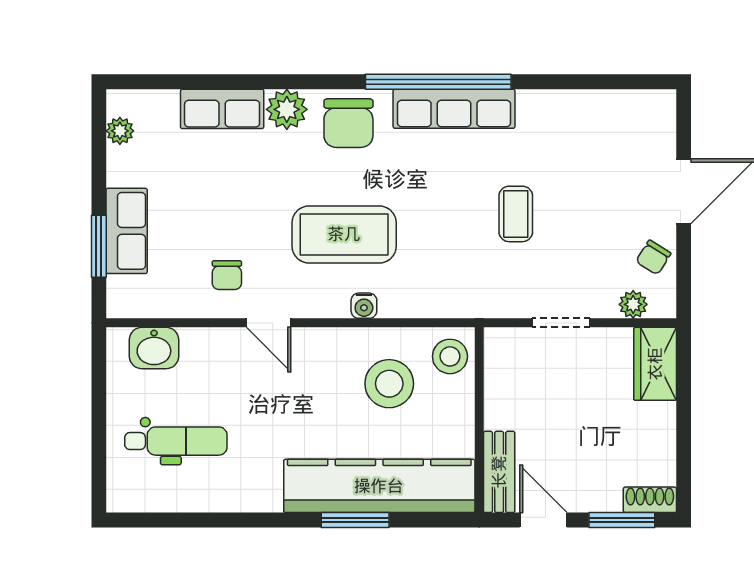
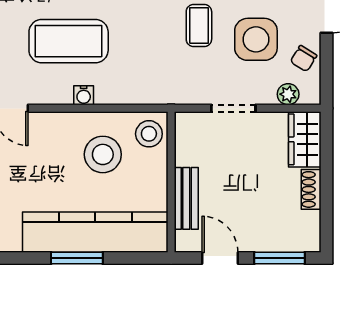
side table: (591, 232) -> (256, 39), added
bench: (499, 472) -> (186, 198), moved
shoe rack: (650, 500) -> (311, 189), moved, turned -90

